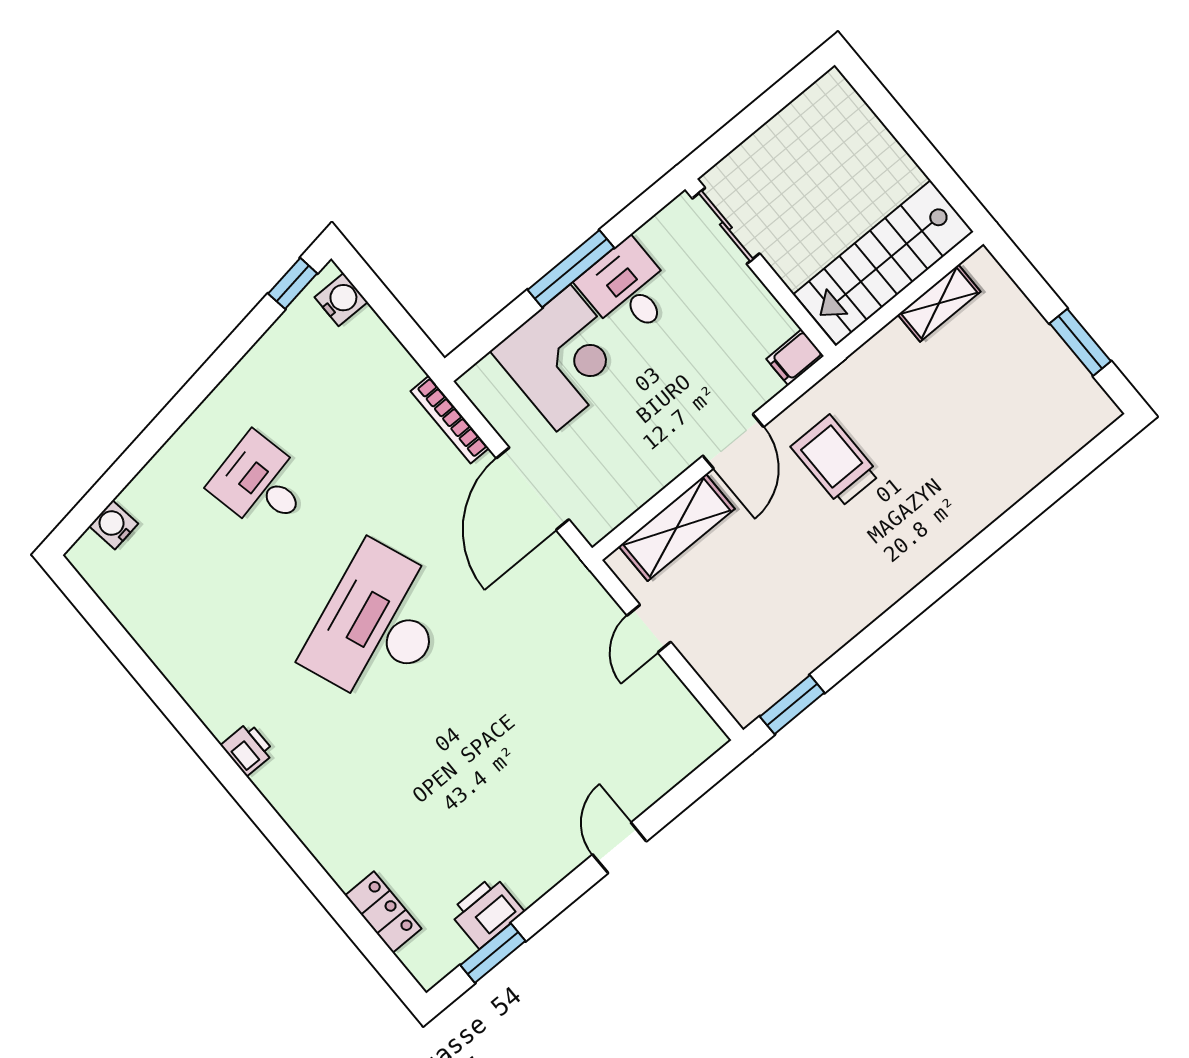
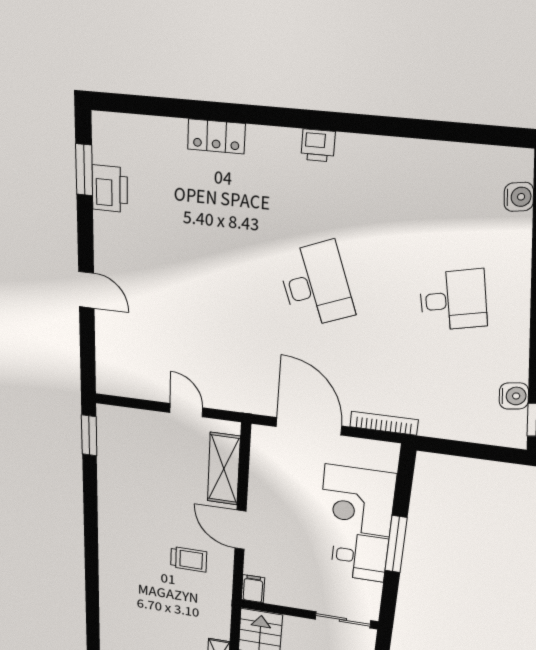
water cooler: (341, 300) -> (514, 396), moved, turned -98
trolley: (835, 461) -> (189, 559), width x0.73, depth x0.72
desk: (378, 625) -> (316, 285), width x0.73, depth x0.77
locker: (383, 912) -> (216, 136), moved

